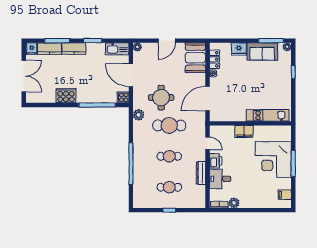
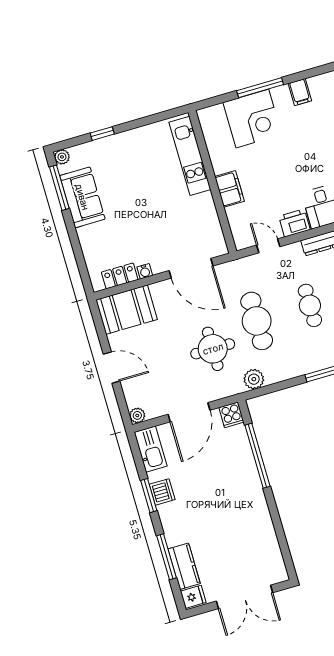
dishwasher: (93, 48) -> (162, 492), added
kitchen counter: (74, 49) -> (172, 524), removed
fridge: (239, 49) -> (90, 239), removed
double door: (24, 76) -> (244, 597), swing flipped
cooker: (66, 96) -> (257, 514), removed
door: (208, 143) -> (268, 246), hinge flipped
corner desk: (273, 159) -> (252, 119), width x0.74, depth x0.74
filing cabinet: (285, 195) -> (300, 92), moved

